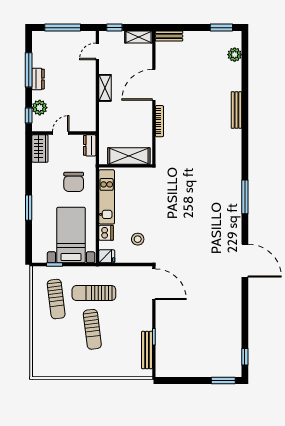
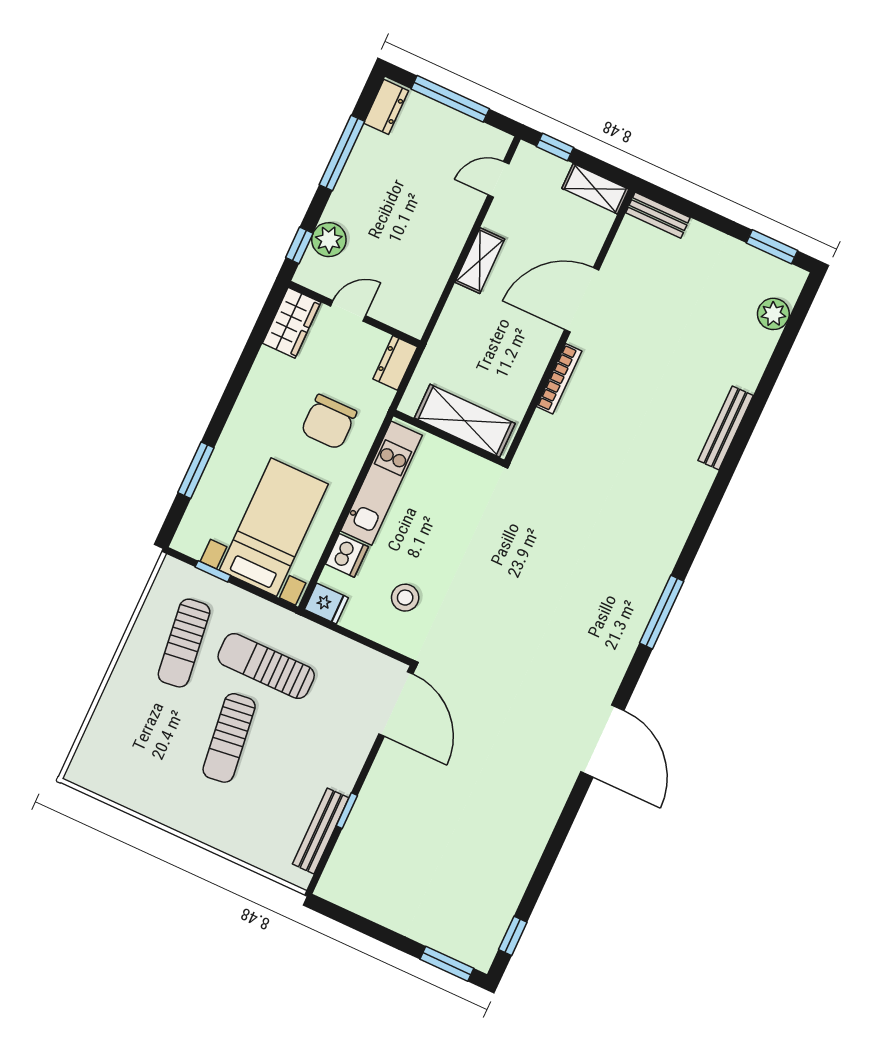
dresser: (38, 79) -> (386, 107), moved
window: (29, 208) -> (196, 470), moved

